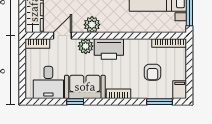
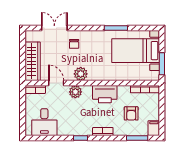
door: (62, 36) -> (56, 83), hinge flipped
printer: (109, 49) -> (105, 94), moved
sofa: (85, 87) -> (75, 126), removed
window: (75, 102) -> (80, 138), moved

